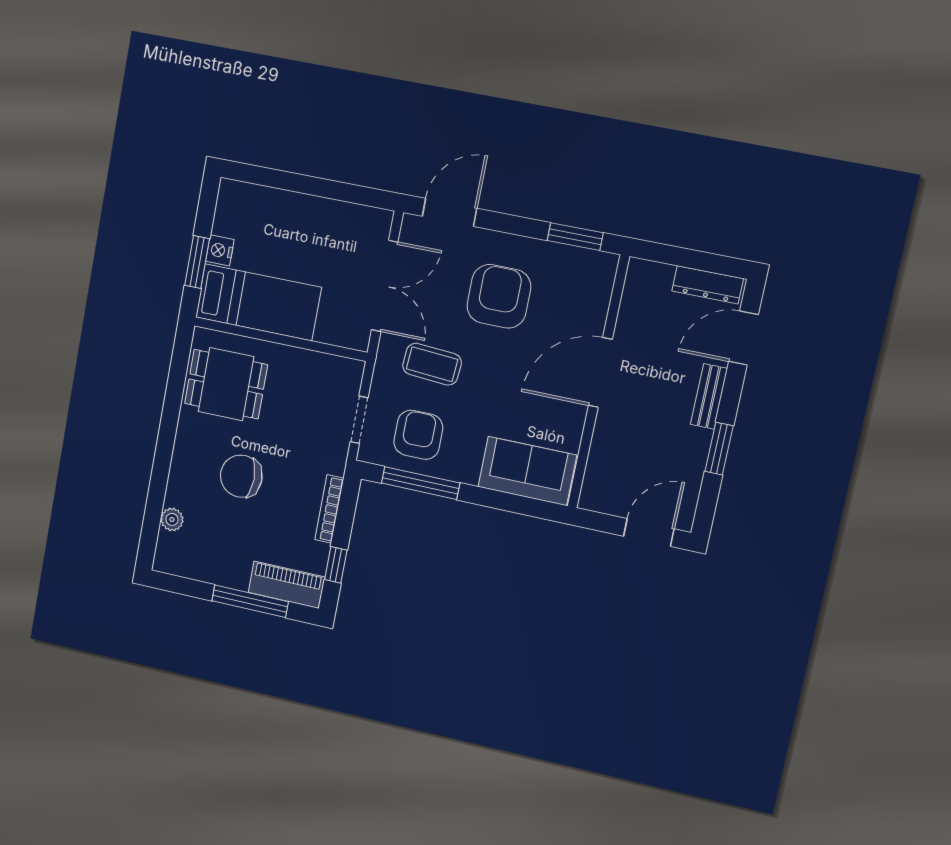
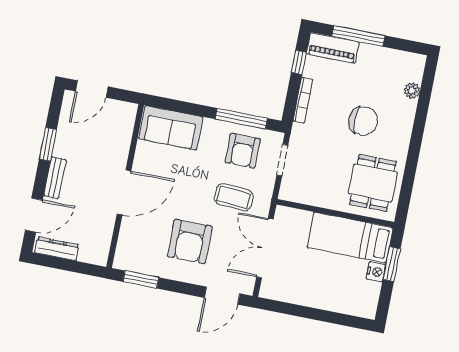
dining table: (226, 384) -> (373, 183), turned 90

